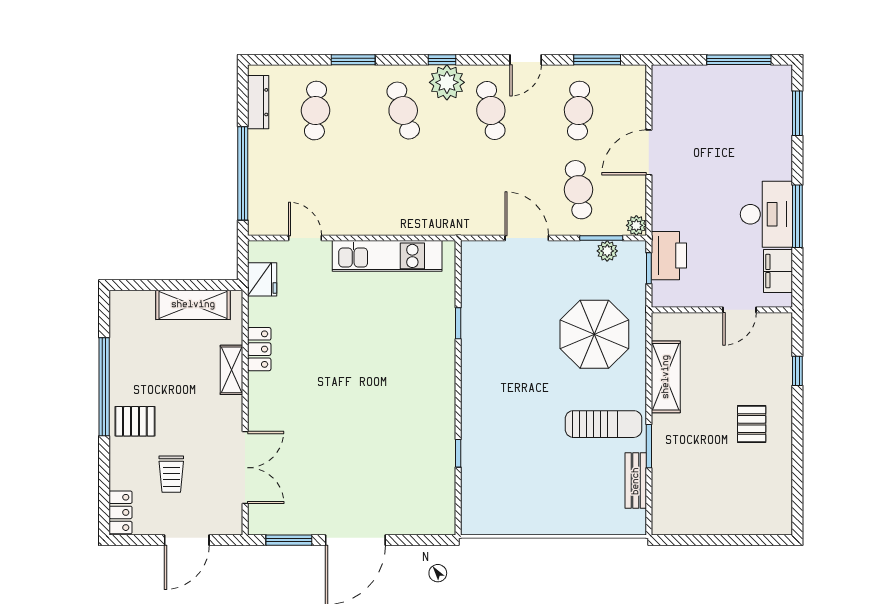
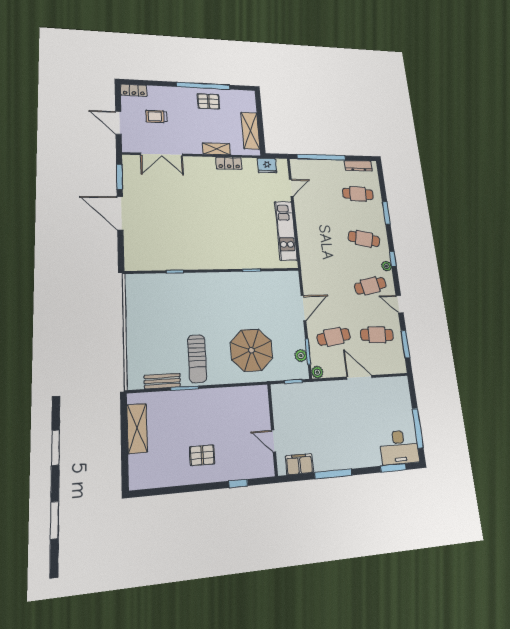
plant: (447, 82) -> (387, 266), width x0.53, depth x0.53
cafe table: (403, 111) -> (364, 239), turned 30
desk: (766, 214) -> (399, 447), moved
printer: (669, 256) -> (302, 393), removed
shelving: (666, 377) -> (137, 428), moved, turned 90
pallet: (135, 421) -> (208, 101), moved, turned 90

